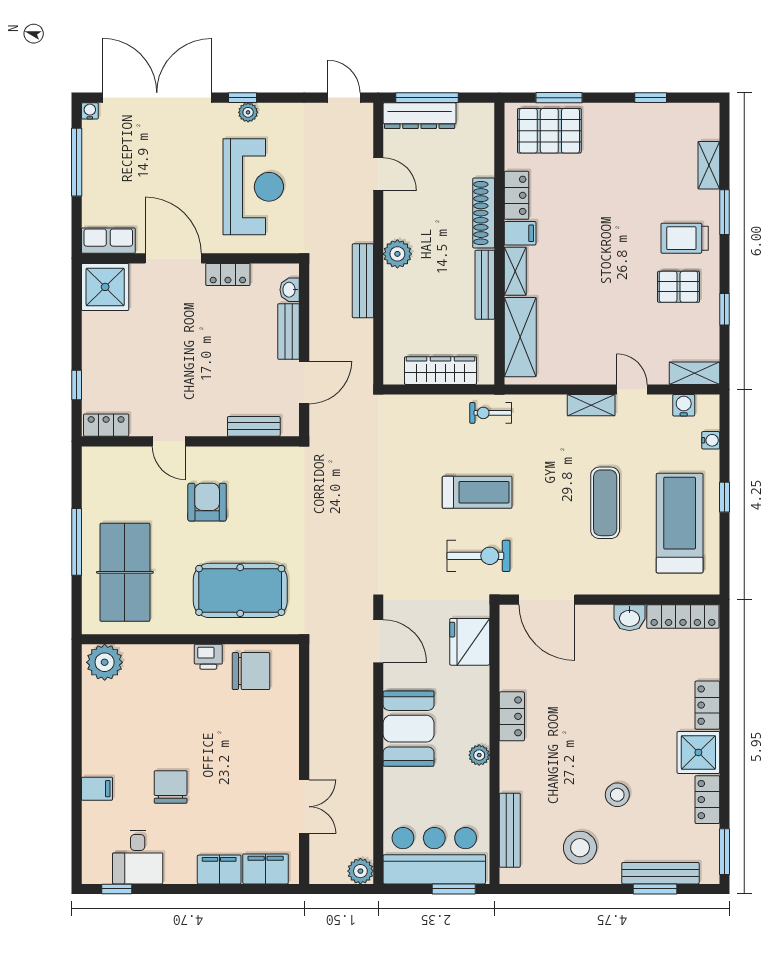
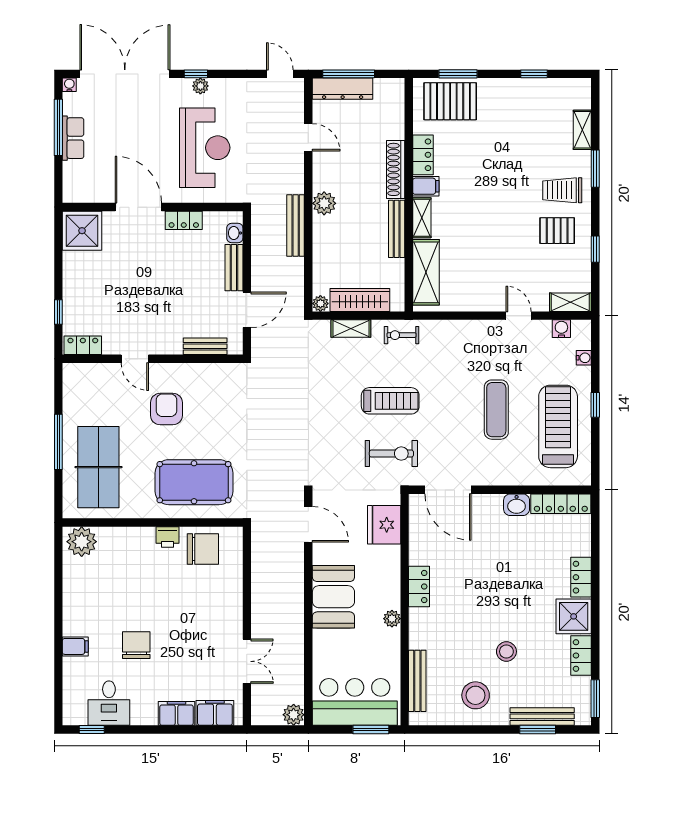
row of seats: (108, 241) -> (73, 138), moved, turned 90
plant: (393, 375) -> (320, 304), added
shelving: (591, 405) -> (351, 329), moved

